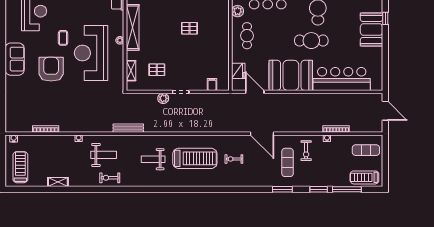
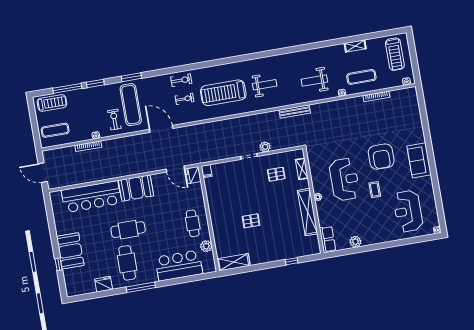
reception desk: (91, 53) -> (344, 179), width x0.74, depth x0.77
fridge: (238, 71) -> (193, 175), moved
booth: (291, 75) -> (136, 188), width x0.73, depth x0.70
filing cabinet: (212, 84) -> (207, 171), moved
exercise mat: (57, 151) -> (361, 77), added
exercise mat: (288, 162) -> (131, 105), width x1.36, depth x1.45
exercise bike: (110, 178) -> (181, 80), moved

